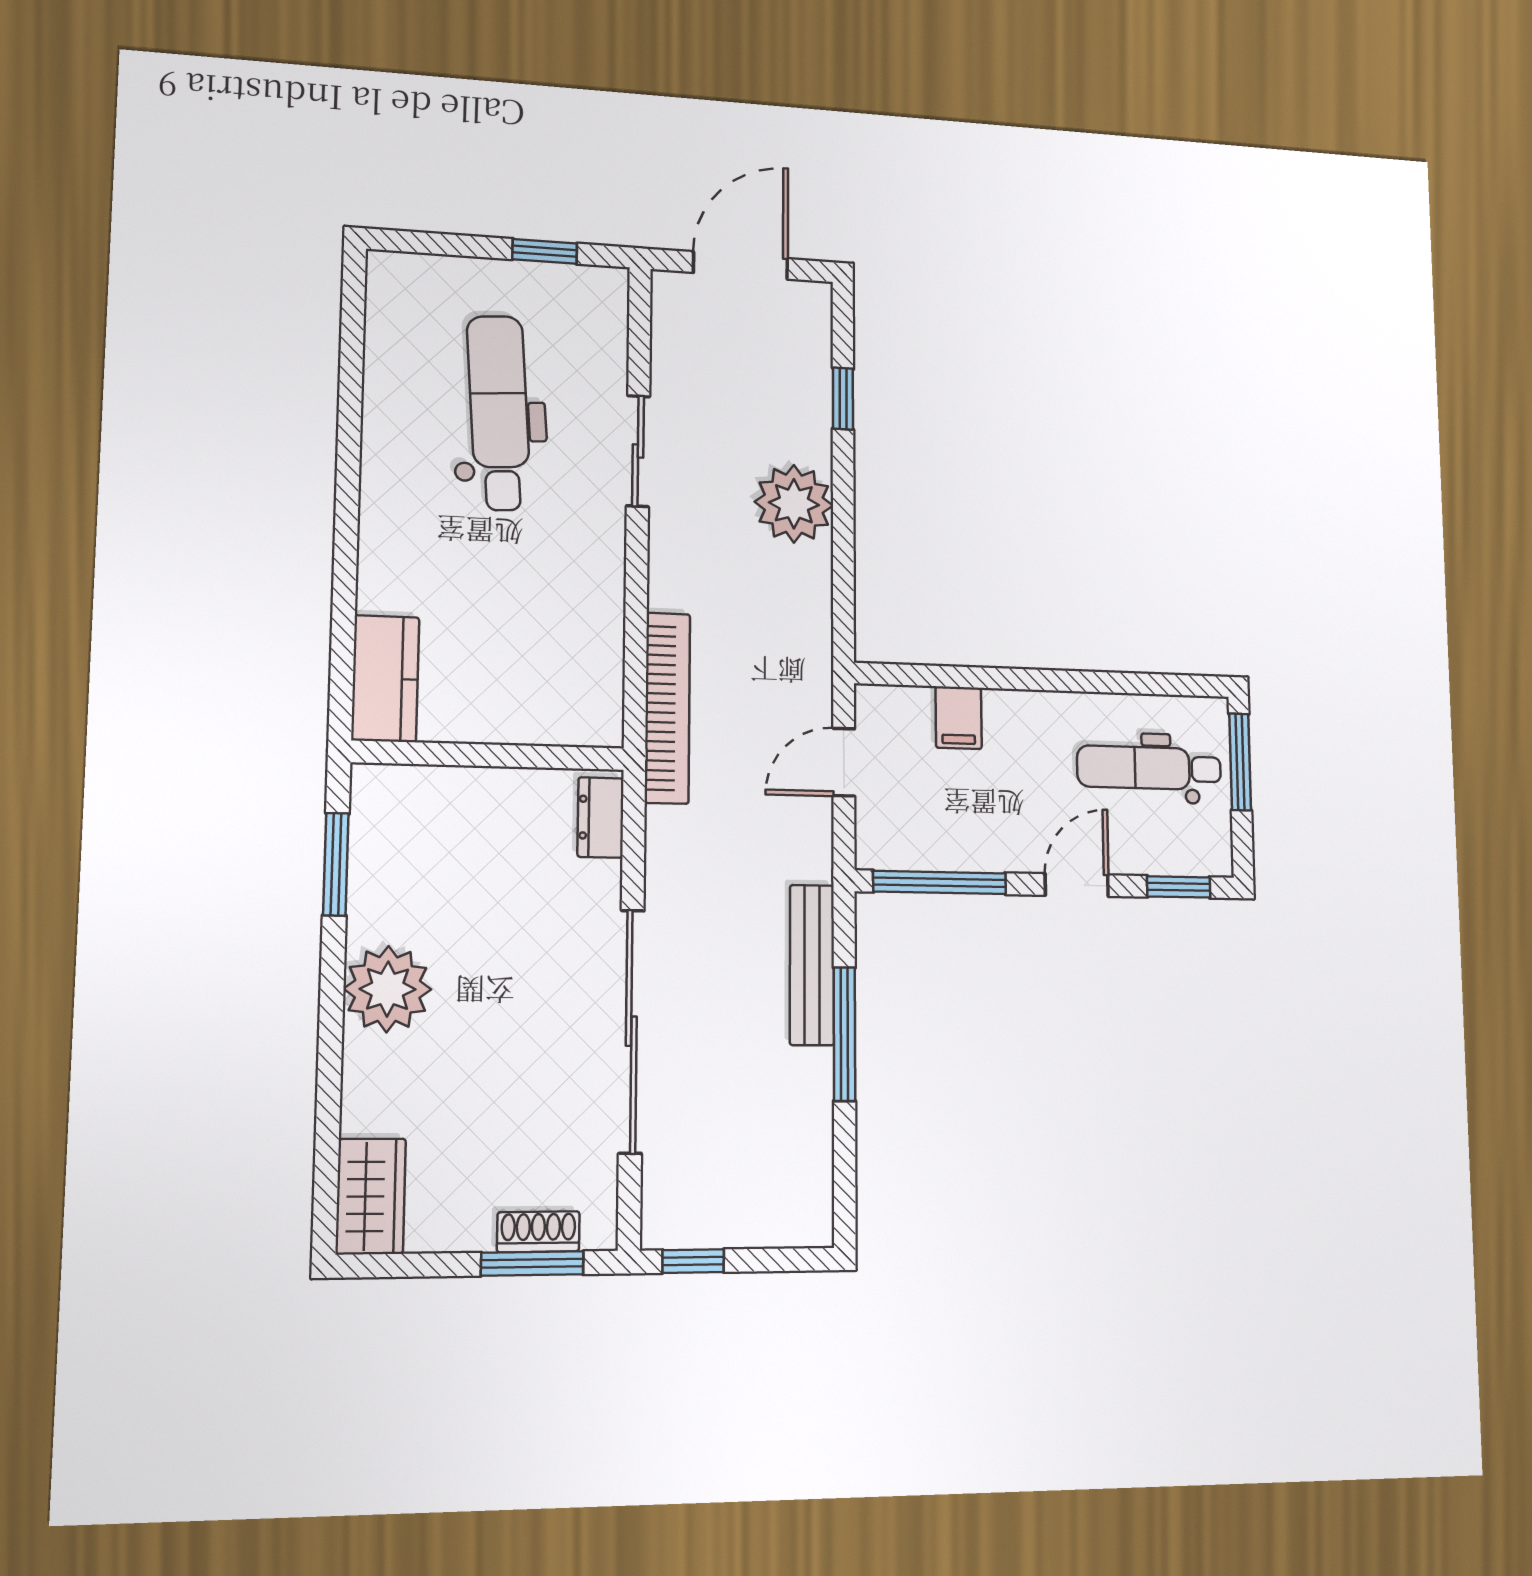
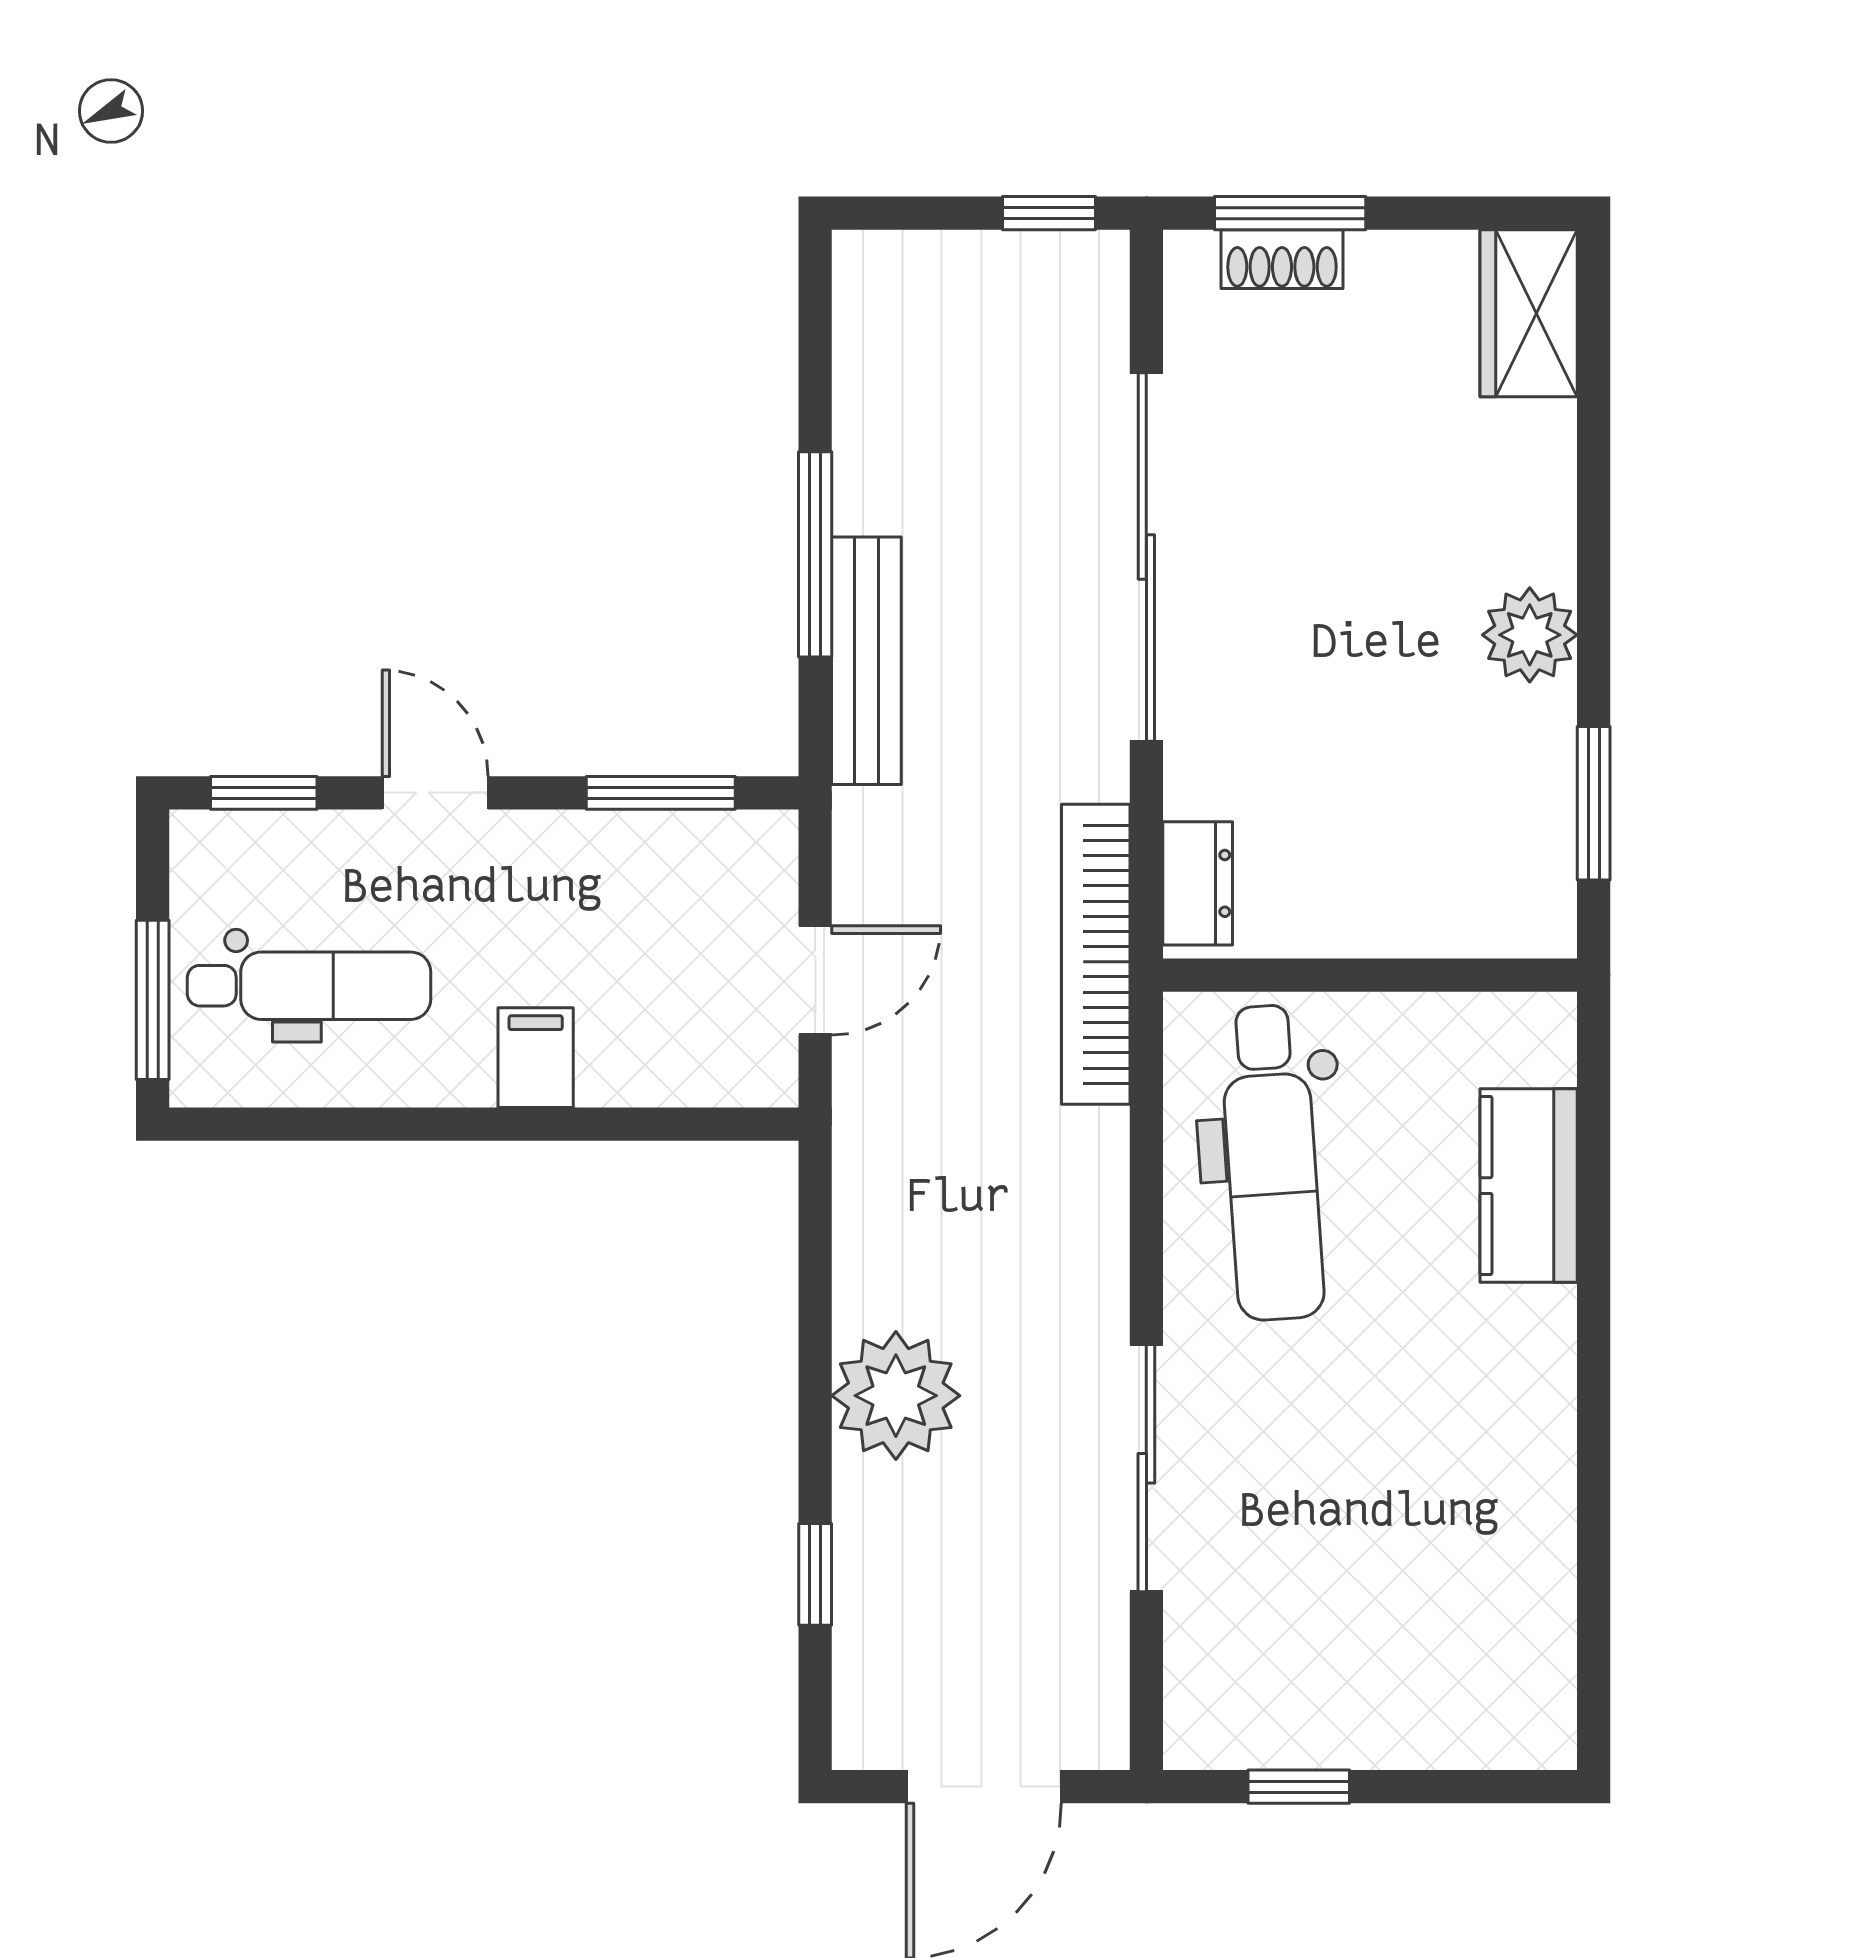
dental chair: (499, 413) -> (1272, 1163), moved
sliding door: (638, 451) -> (1146, 1468), width x1.37
kitchen counter: (385, 679) -> (1529, 1186), moved
bookcase: (667, 708) -> (1096, 954), moved
filing cabinet: (959, 718) -> (536, 1058), moved
window: (940, 882) -> (661, 793), width x0.69
door: (1077, 885) -> (435, 793), swing flipped
plant: (388, 989) -> (1530, 635), width x0.73, depth x0.73

